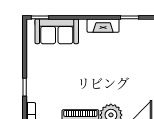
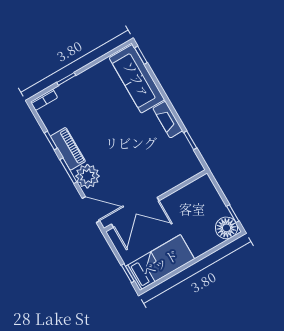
sofa: (57, 31) -> (137, 79), width x1.36

